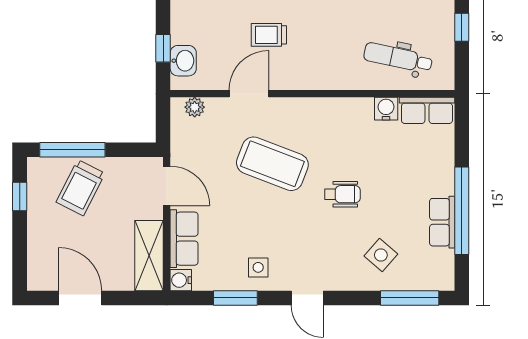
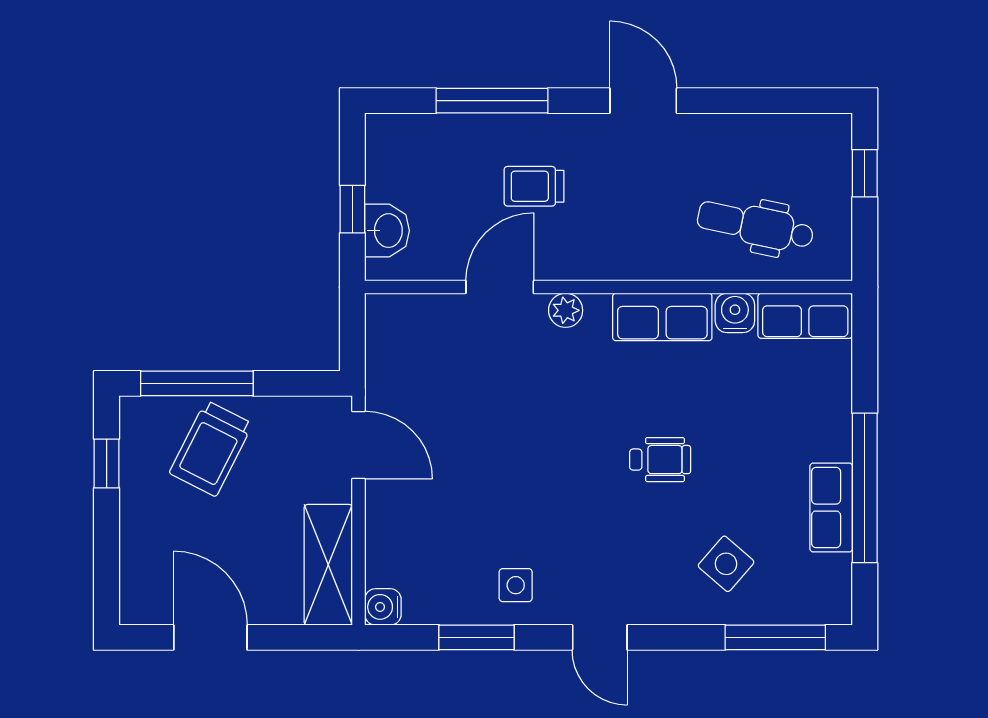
plant: (195, 107) -> (566, 310), moved
coffee table: (272, 164) -> (540, 407), removed
row of seats: (184, 239) -> (662, 317), moved, turned 90

